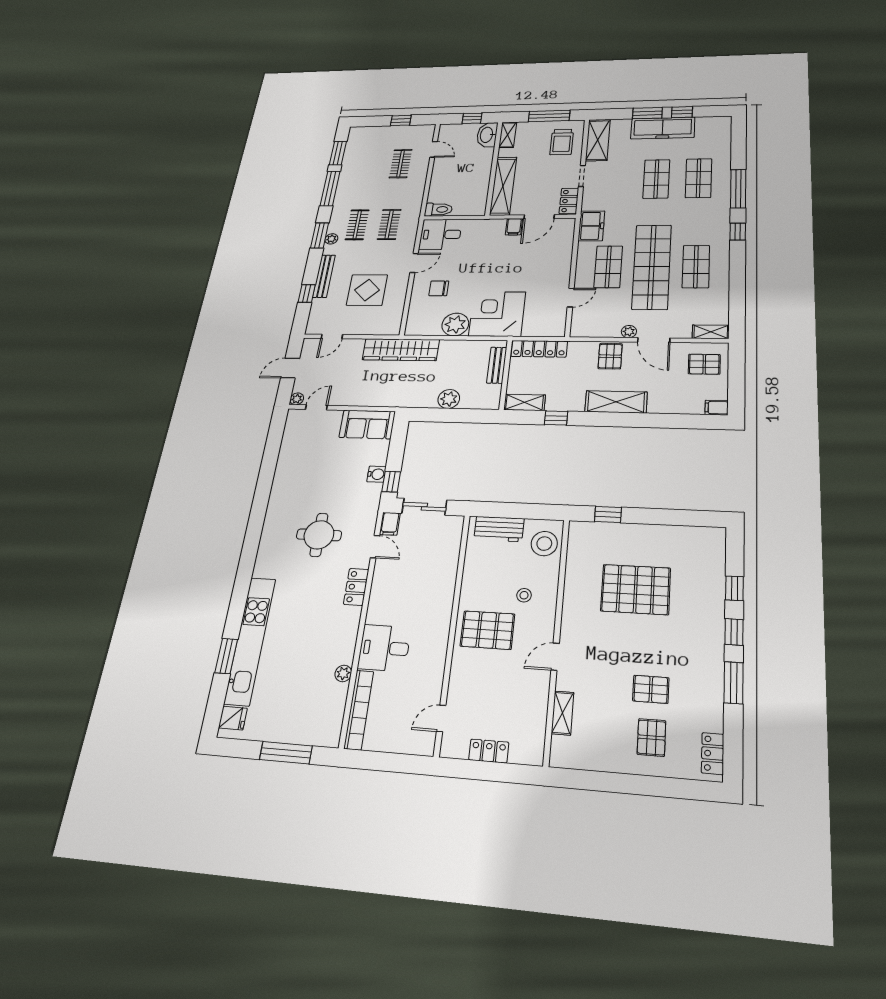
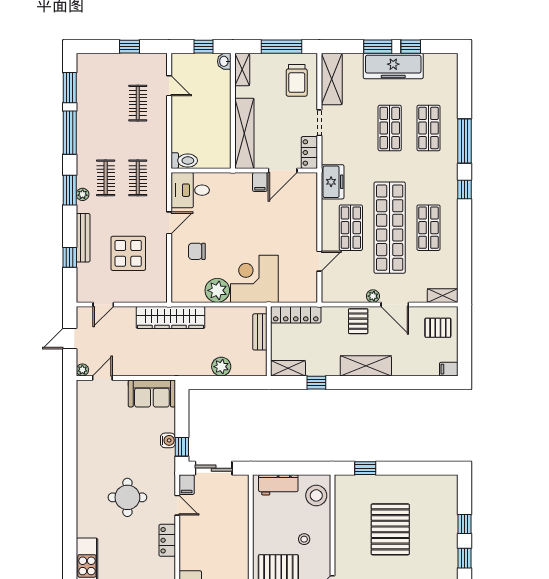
washbasin: (487, 135) -> (224, 61), width x0.52, depth x0.69
pallet: (636, 589) -> (390, 529), turned 90

